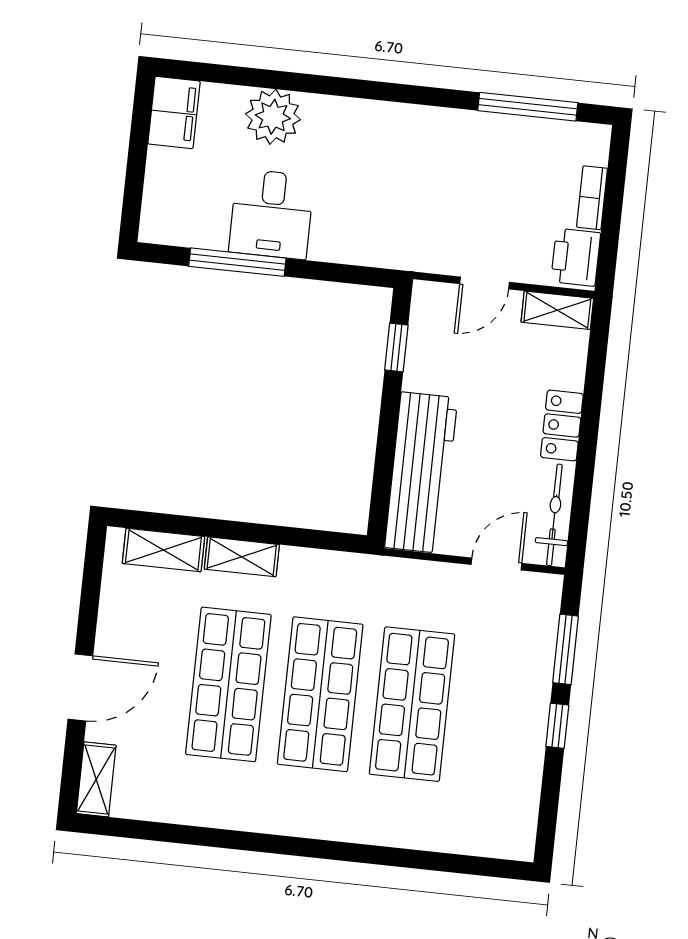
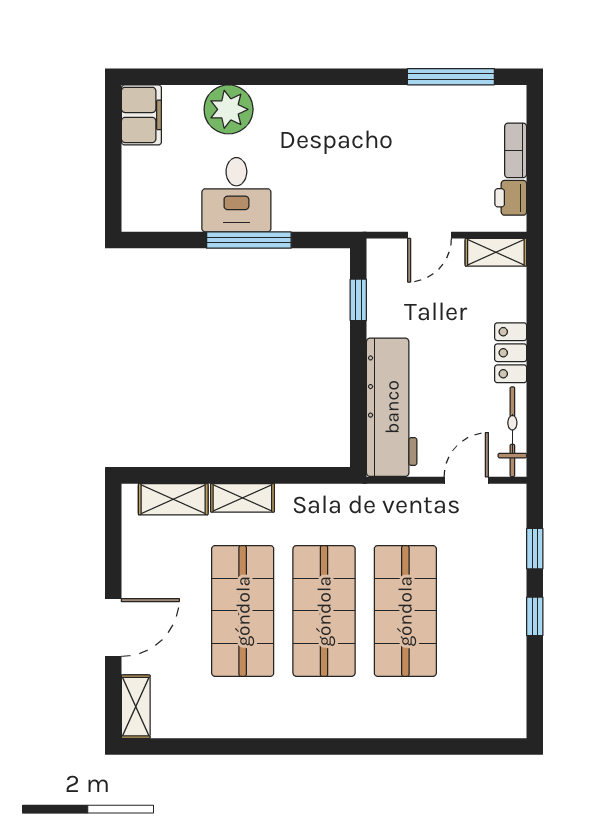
printer: (576, 257) -> (511, 198), width x0.73, depth x0.81
window: (237, 262) -> (249, 240), moved
window: (566, 649) -> (535, 549), width x0.67

